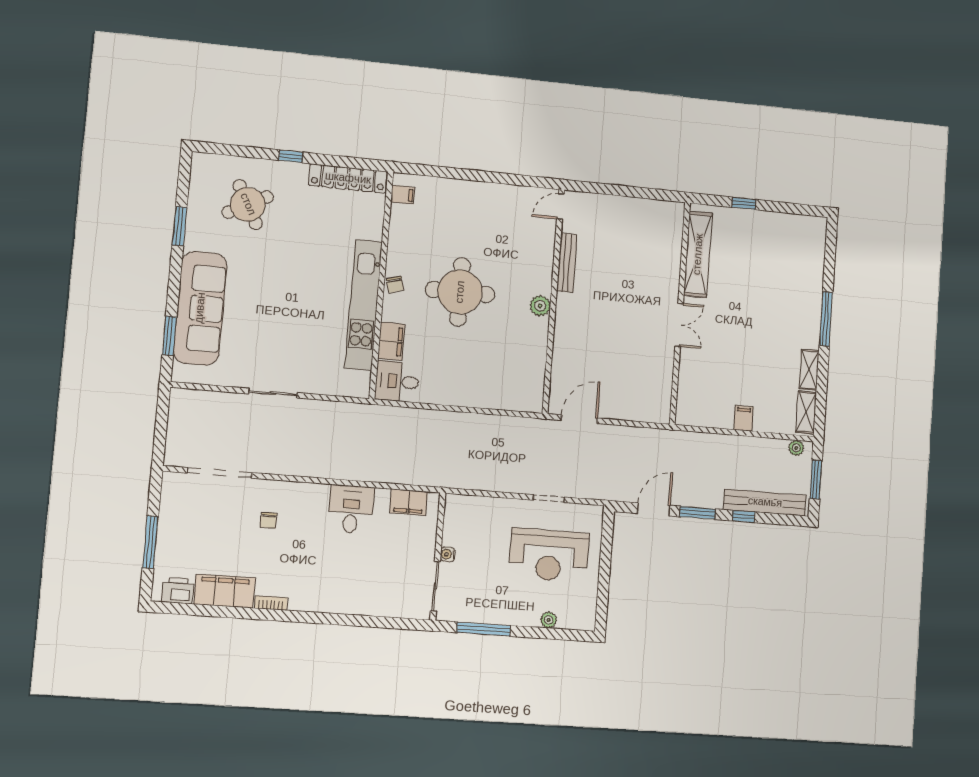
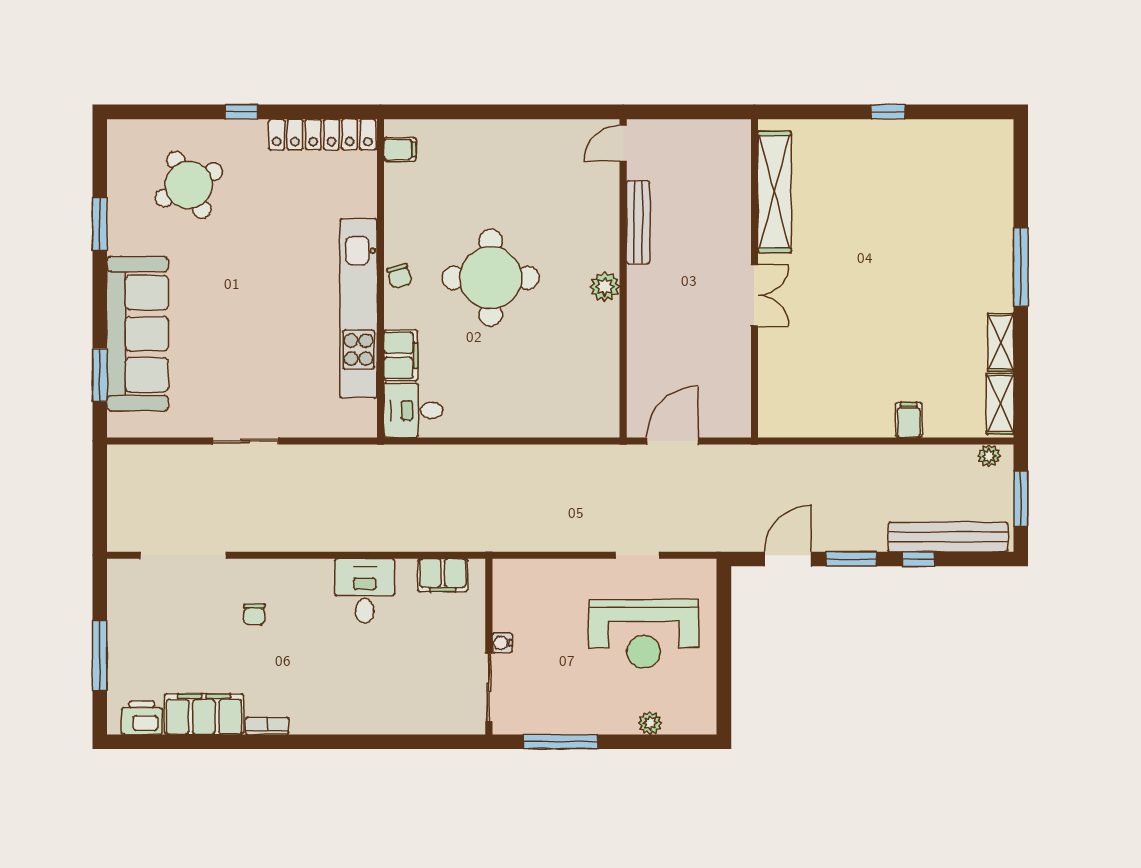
shelving: (698, 254) -> (774, 192), moved
wall: (680, 313) -> (754, 278), moved
double door: (679, 325) -> (754, 295), moved

